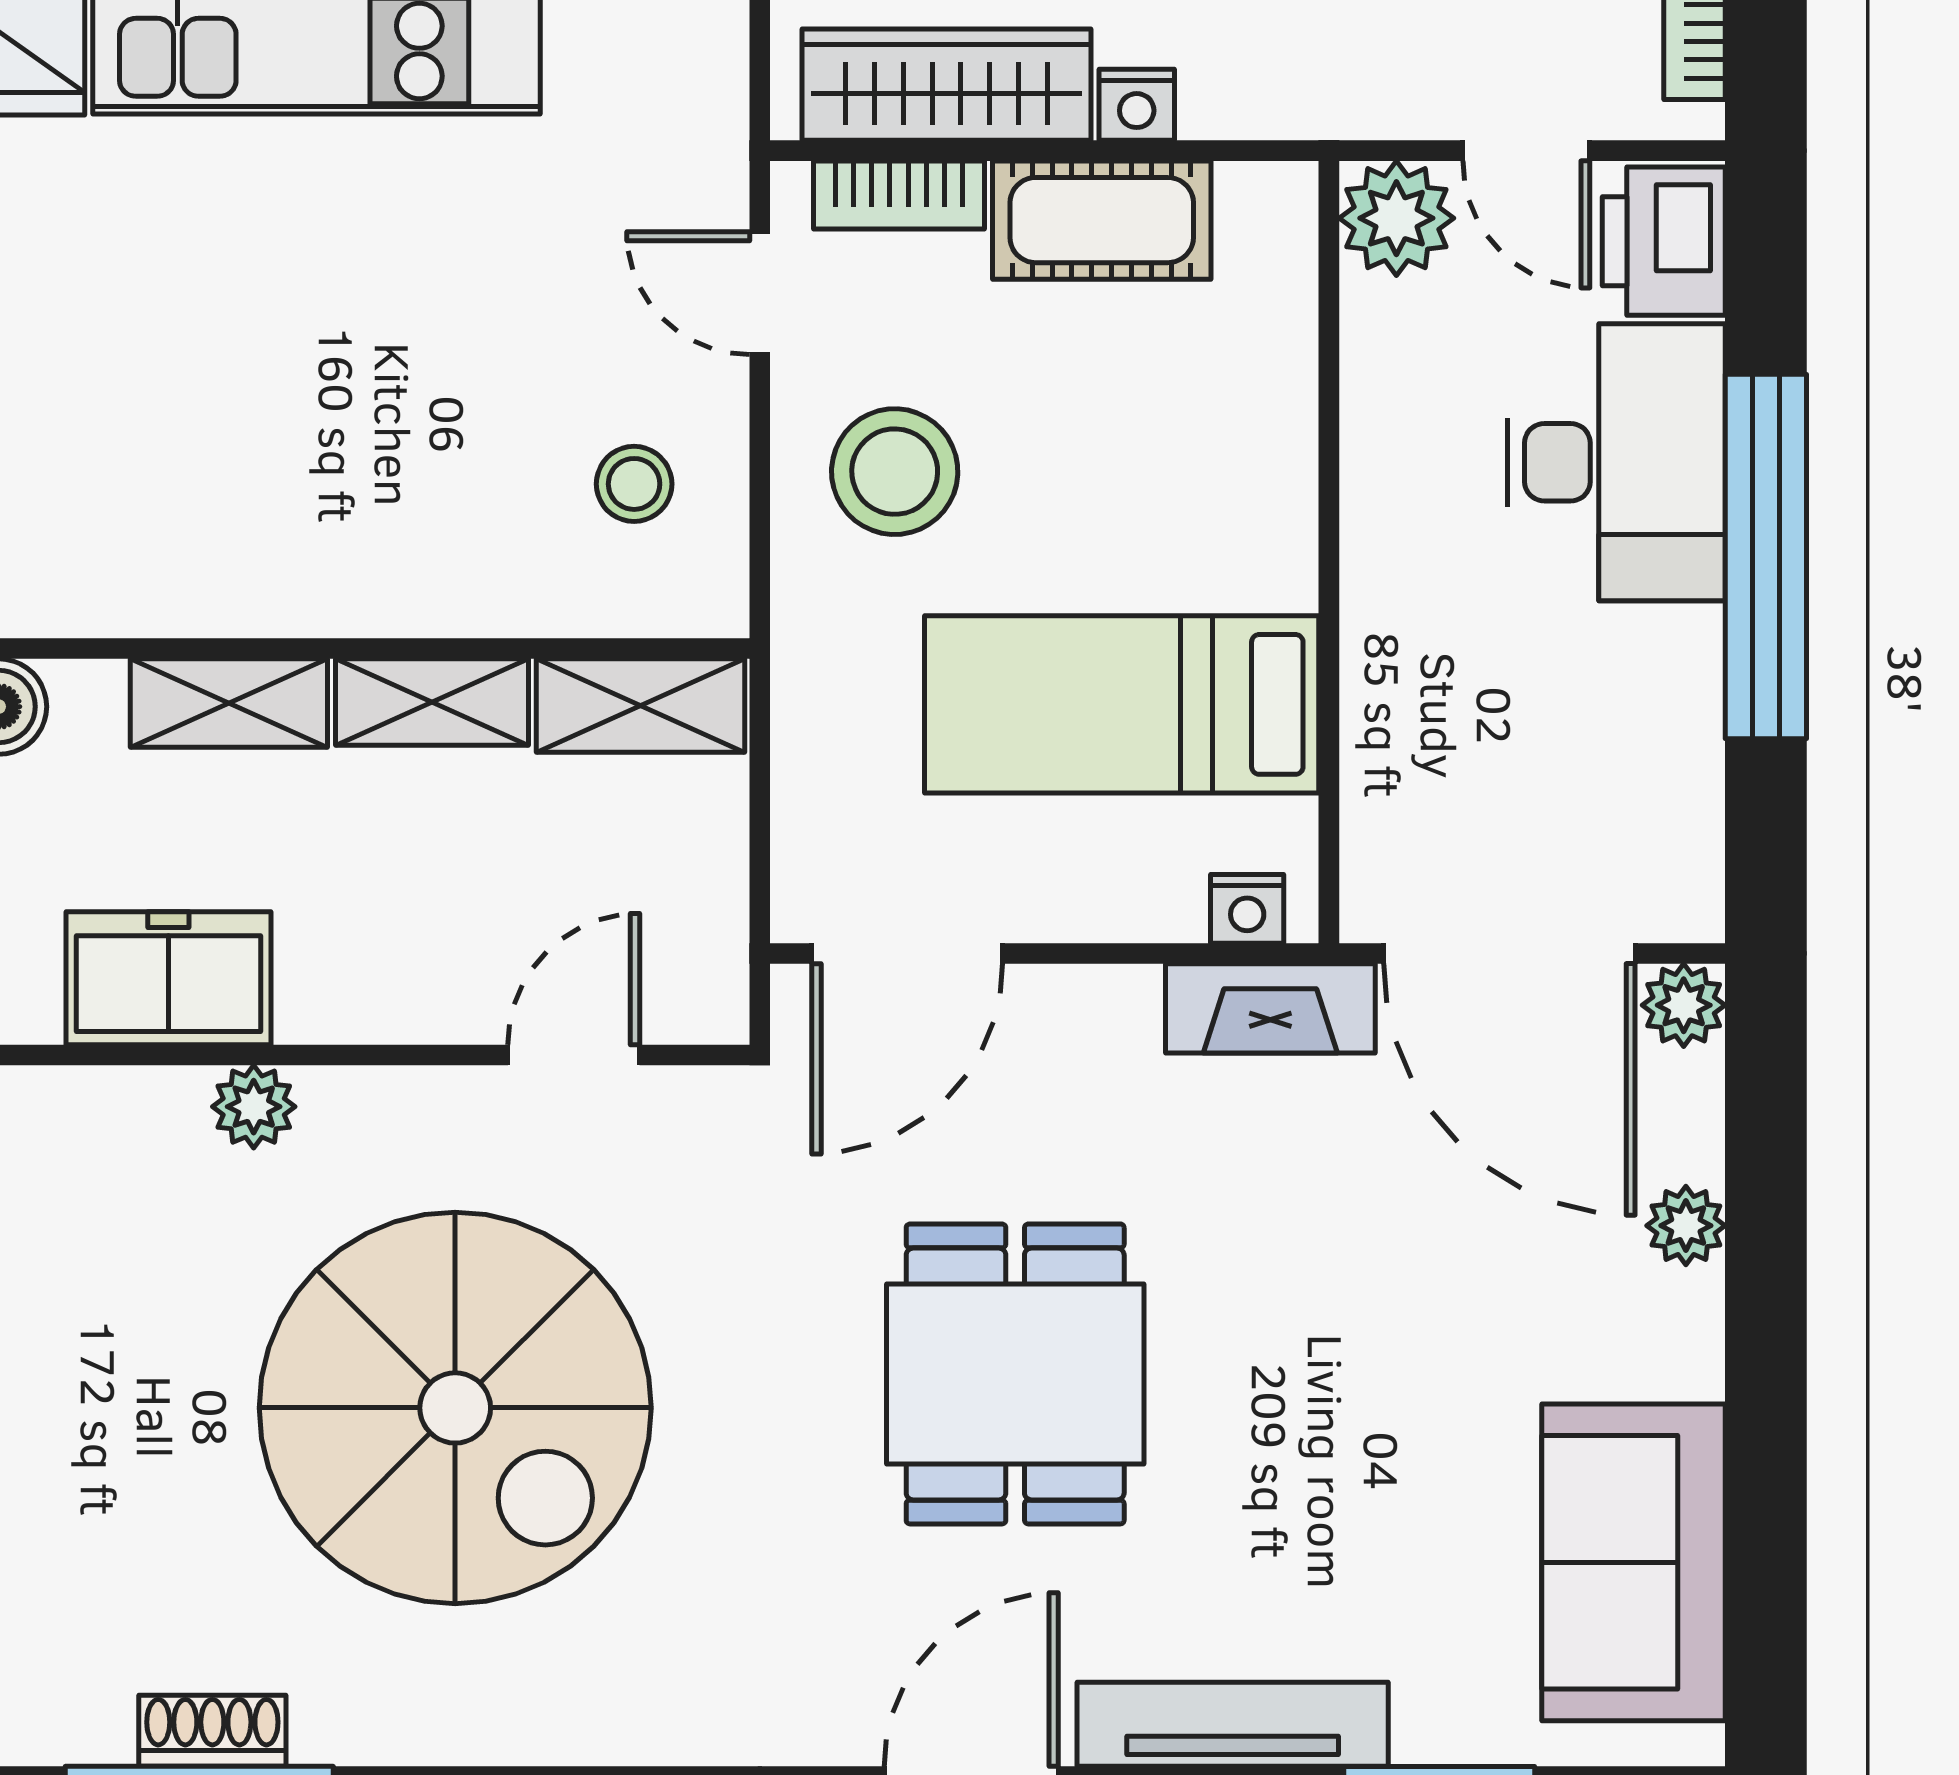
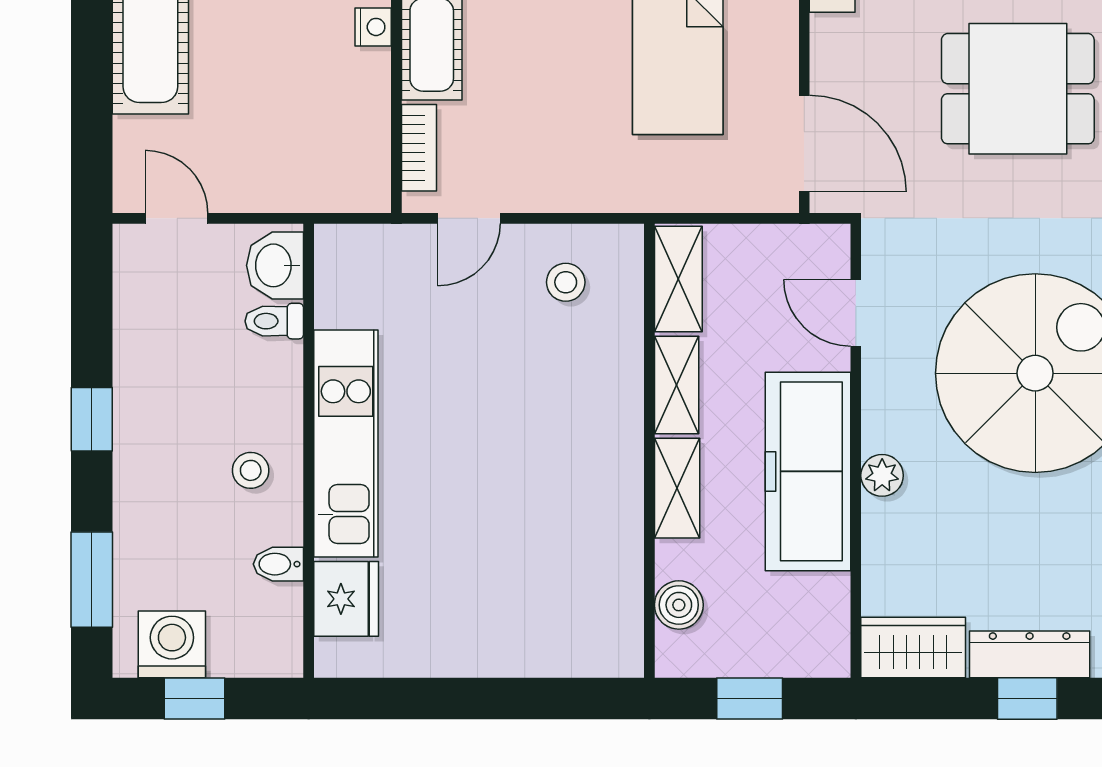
wardrobe: (947, 85) -> (363, 124), removed
stool: (895, 472) -> (559, 150), removed
freezer: (168, 978) -> (808, 471), width x1.91, depth x1.26

